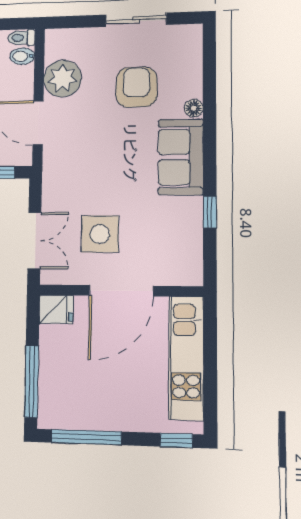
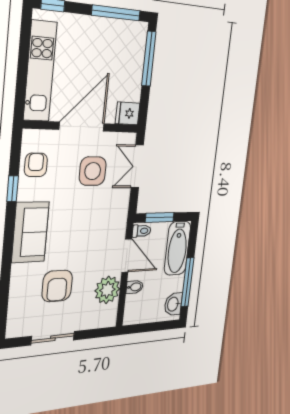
toilet: (21, 38) -> (142, 231), moved
bidet: (22, 56) -> (135, 287), moved
floor lamp: (194, 108) -> (17, 271), removed
armchair: (181, 242) -> (36, 165), added

